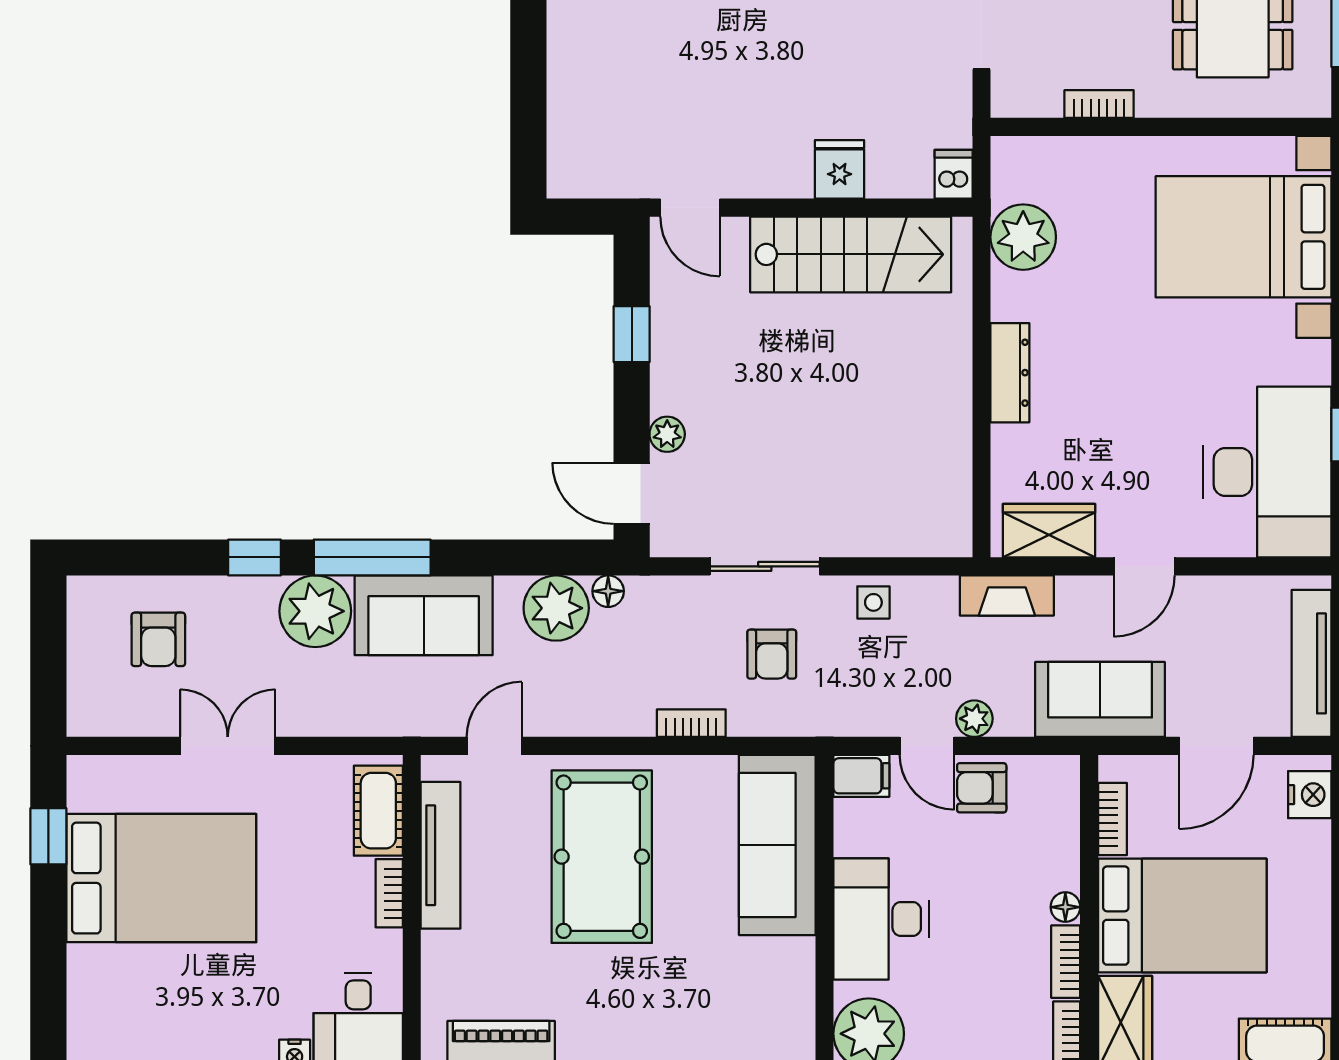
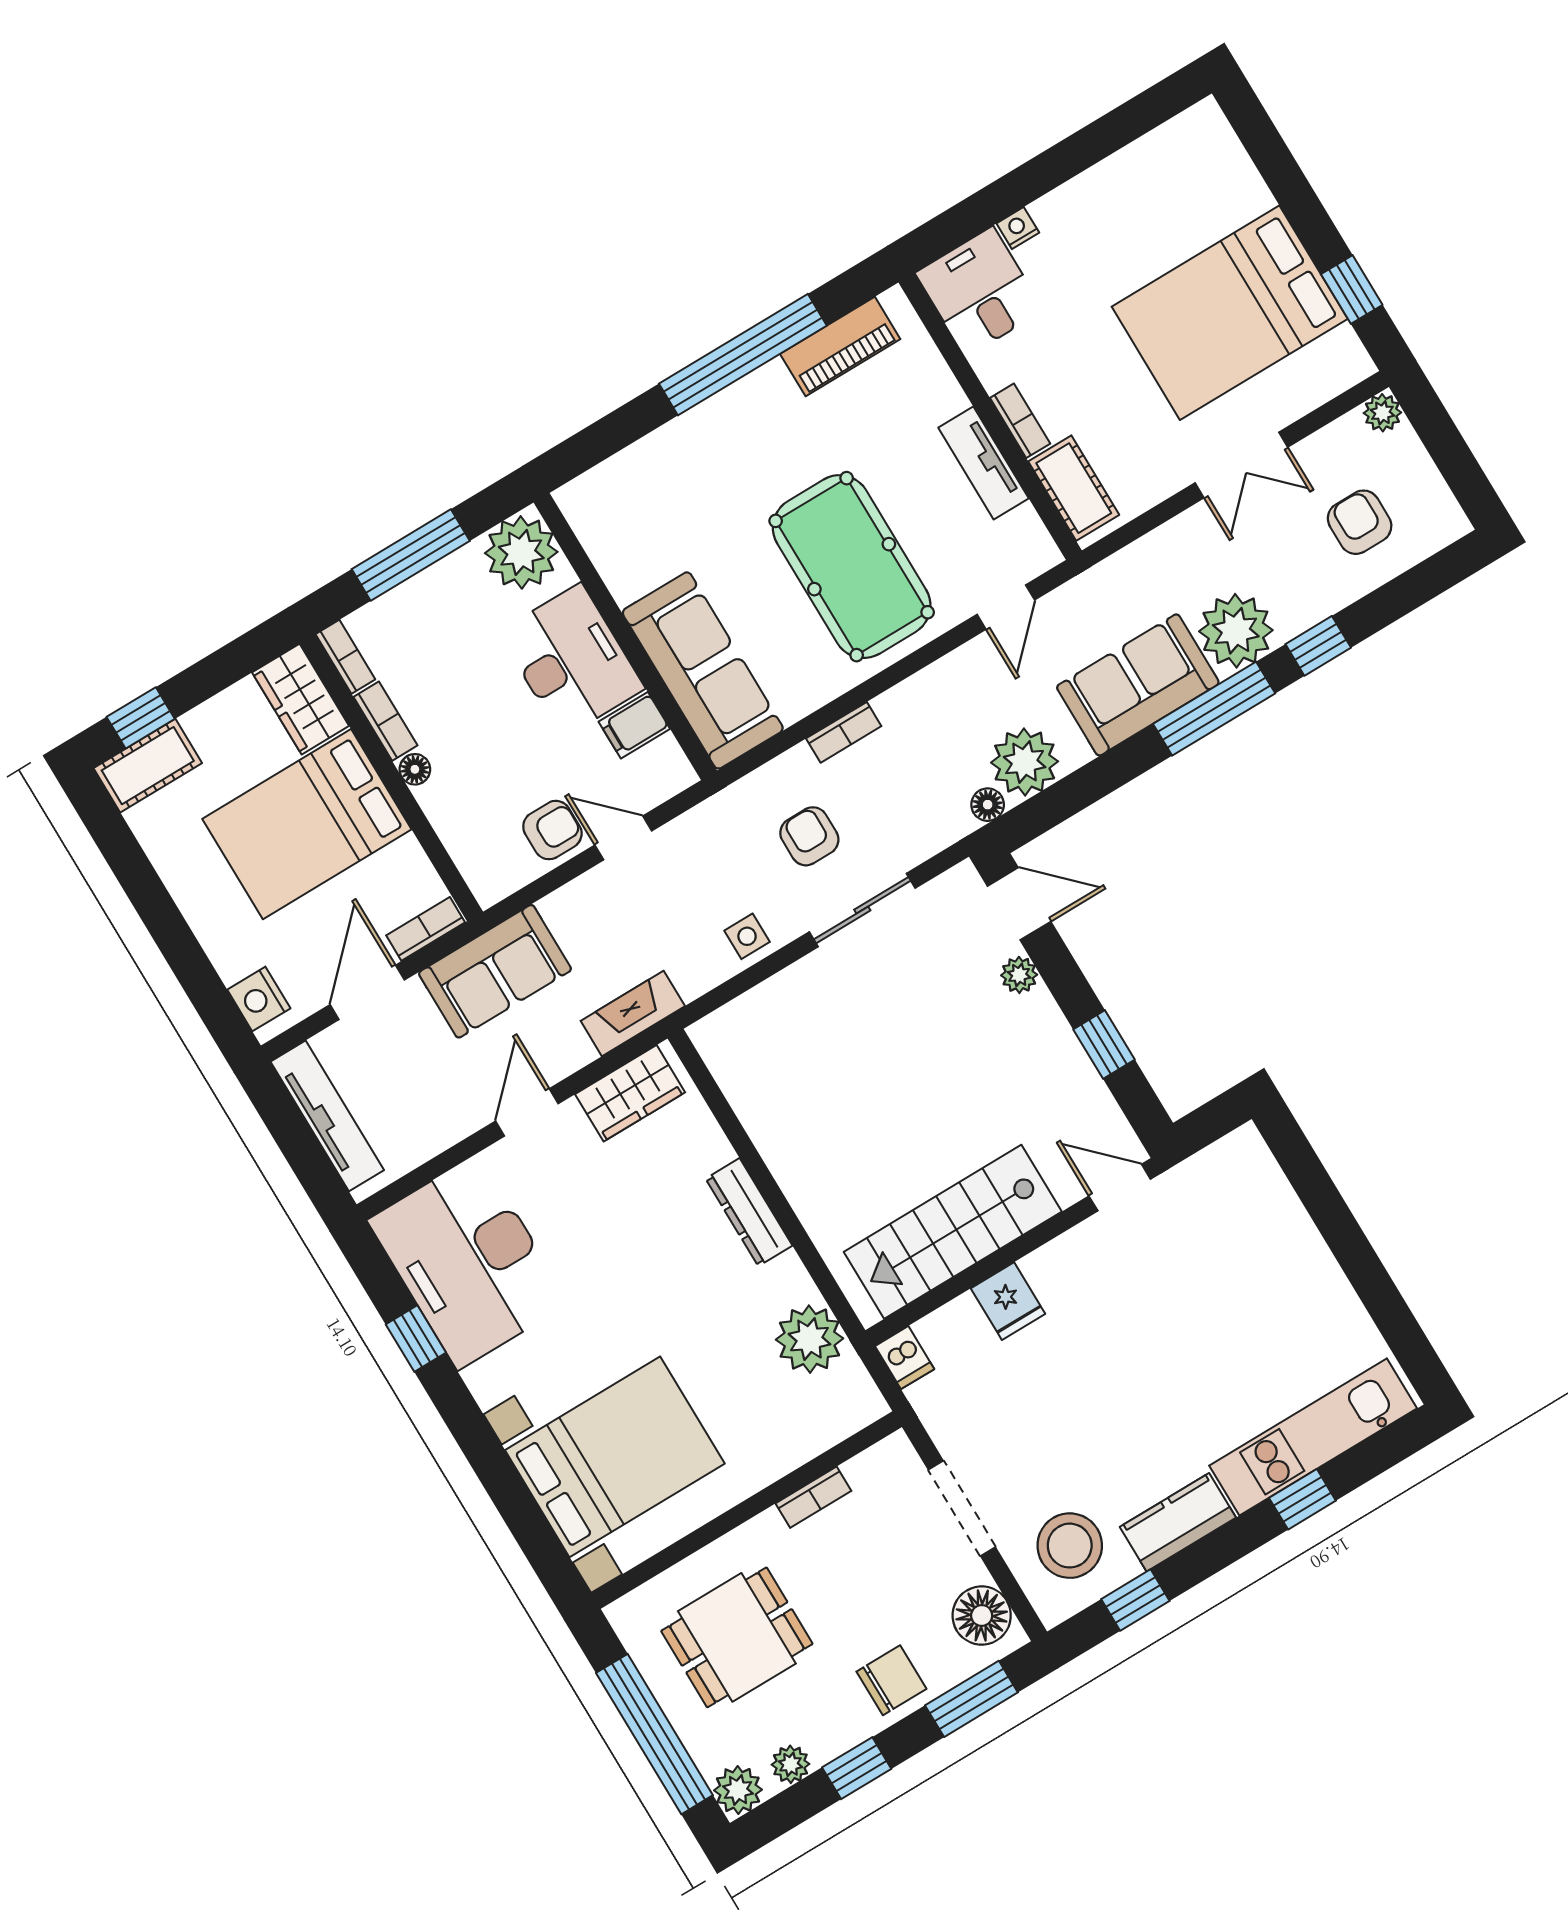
plant: (974, 719) -> (1382, 413), moved
filing cabinet: (861, 776) -> (634, 725), moved
bookcase: (1113, 819) -> (426, 929), moved, turned 90
tv unit: (441, 855) -> (984, 463), width x0.71

